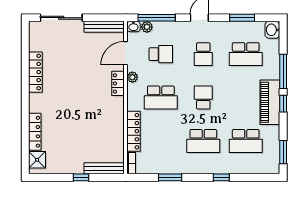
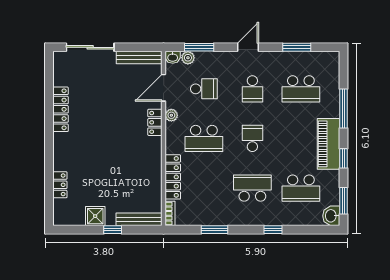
window: (157, 18) -> (199, 47), width x0.69
washbasin: (272, 30) -> (331, 216), moved
window: (283, 104) -> (344, 158), moved
locker: (35, 132) -> (60, 185), width x0.66
school desk: (203, 141) -> (252, 188), turned 180
shower: (37, 160) -> (95, 216), moved

